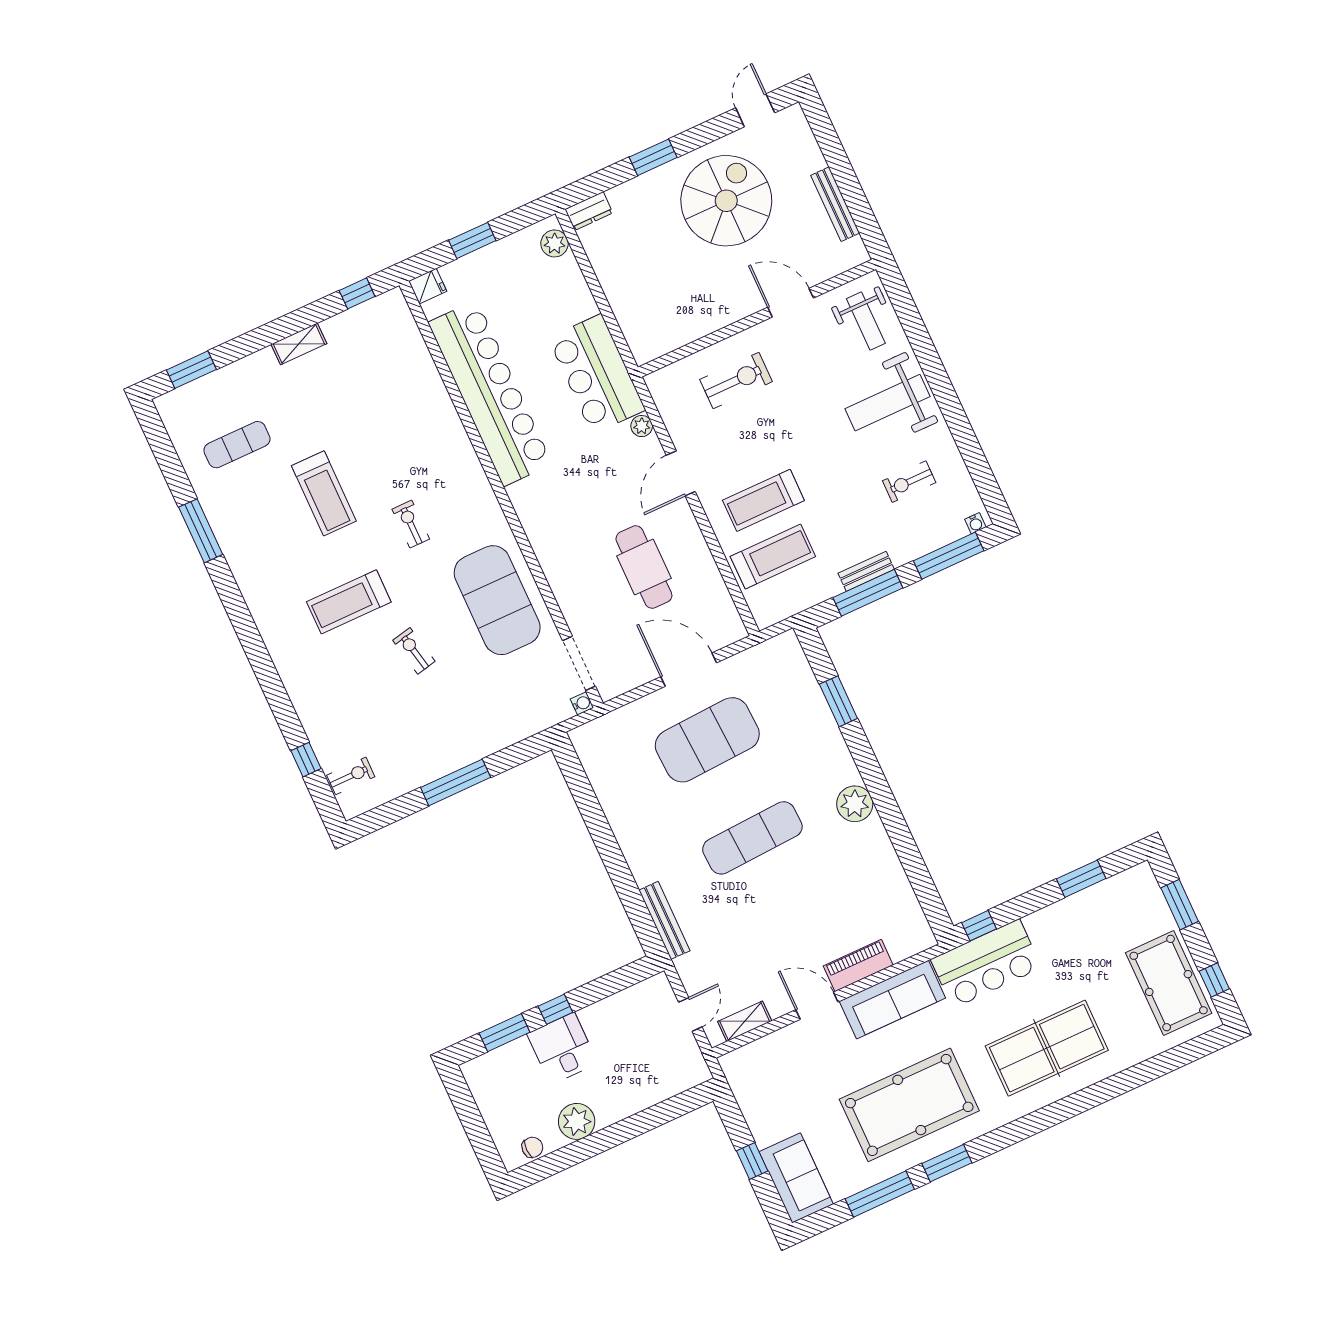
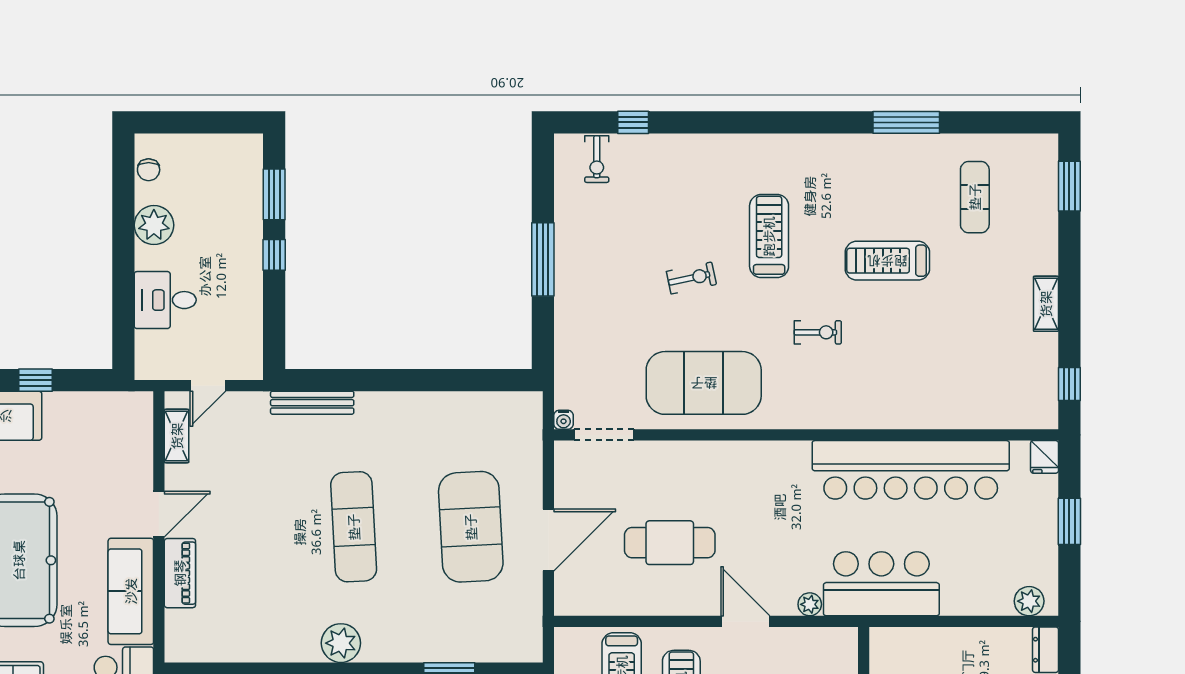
door: (690, 1014) -> (208, 386), hinge flipped
desk: (562, 1048) -> (165, 300), moved, turned 180

